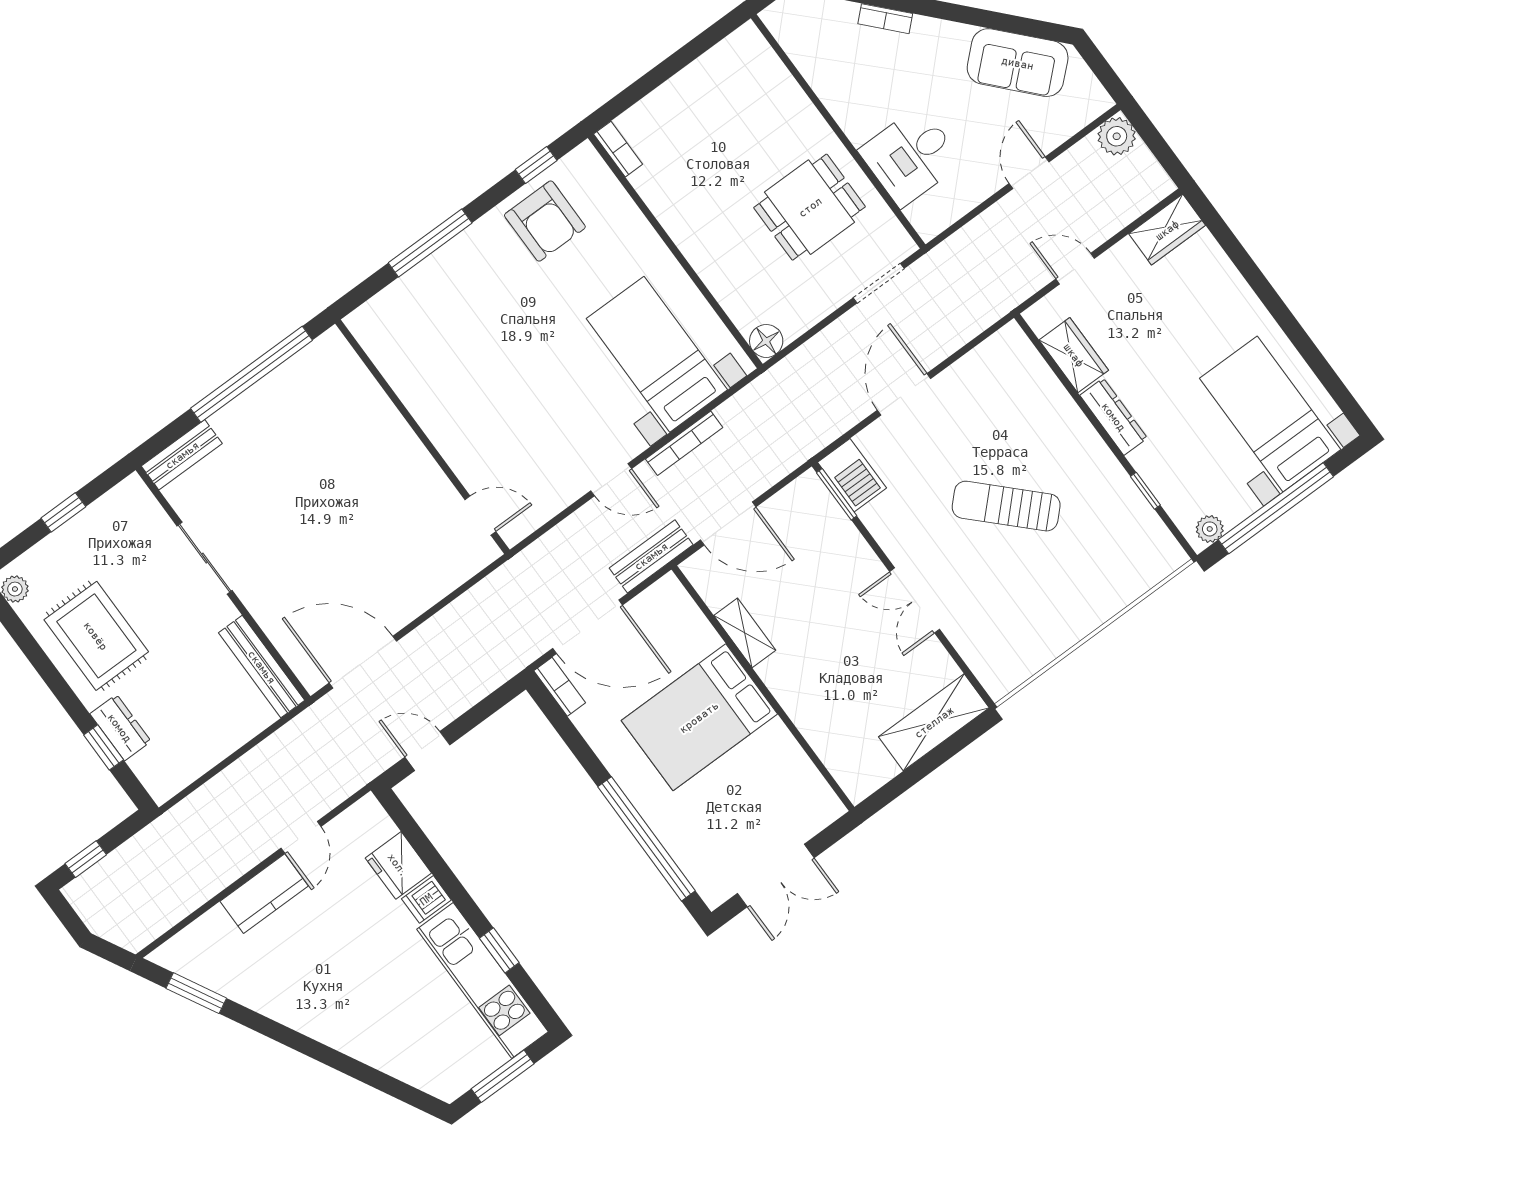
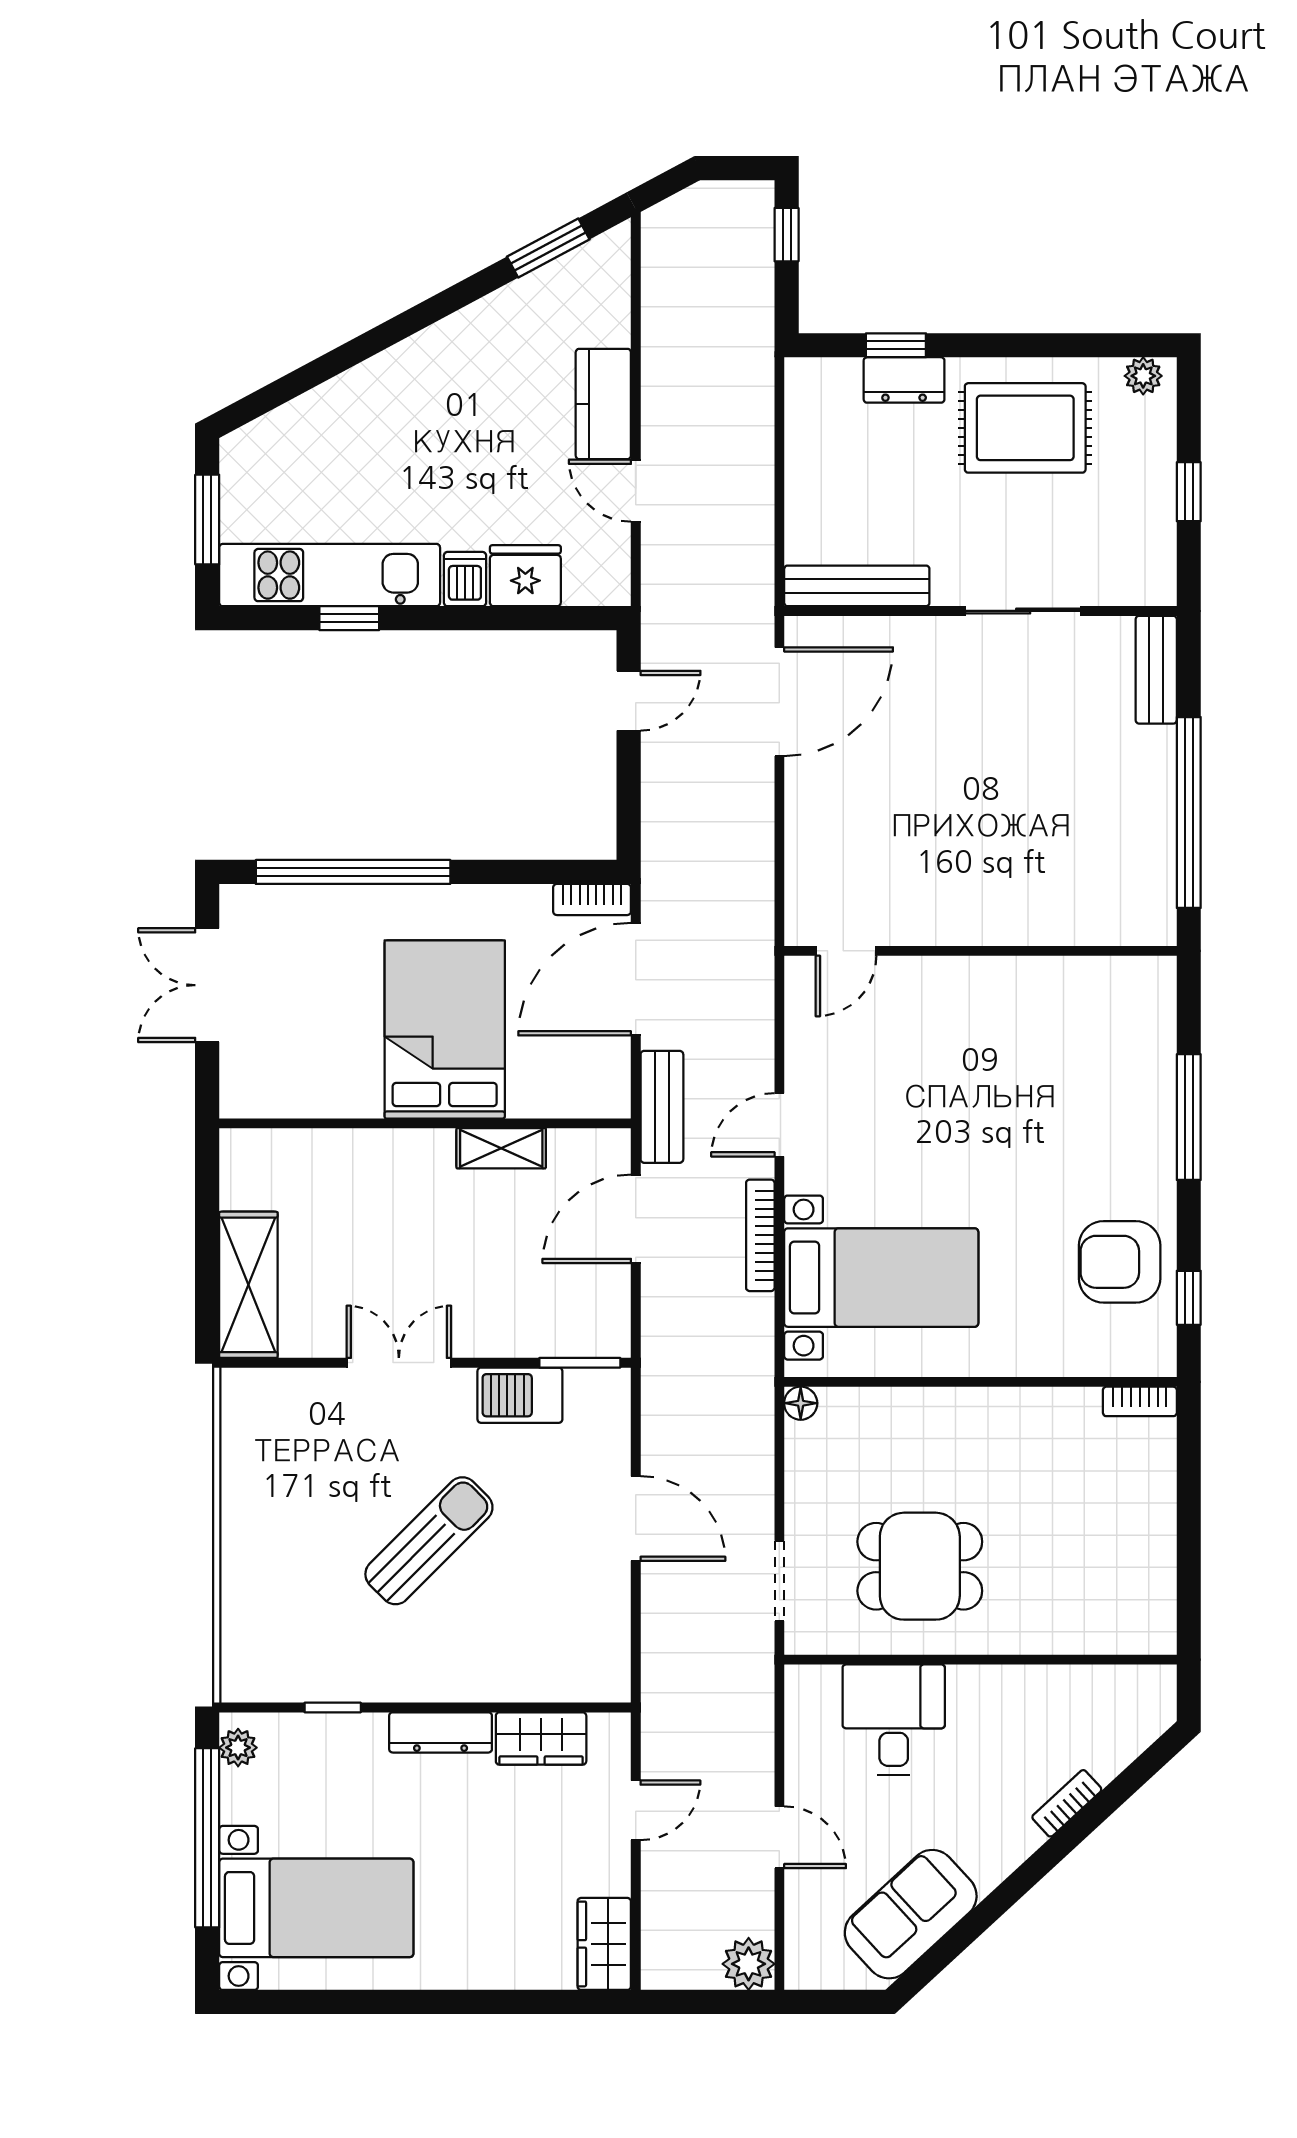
dining table: (810, 207) -> (920, 1566), turned 90
floor lamp: (766, 341) -> (801, 1403), width x0.73, depth x0.73
barbecue: (852, 475) -> (520, 1395), moved

